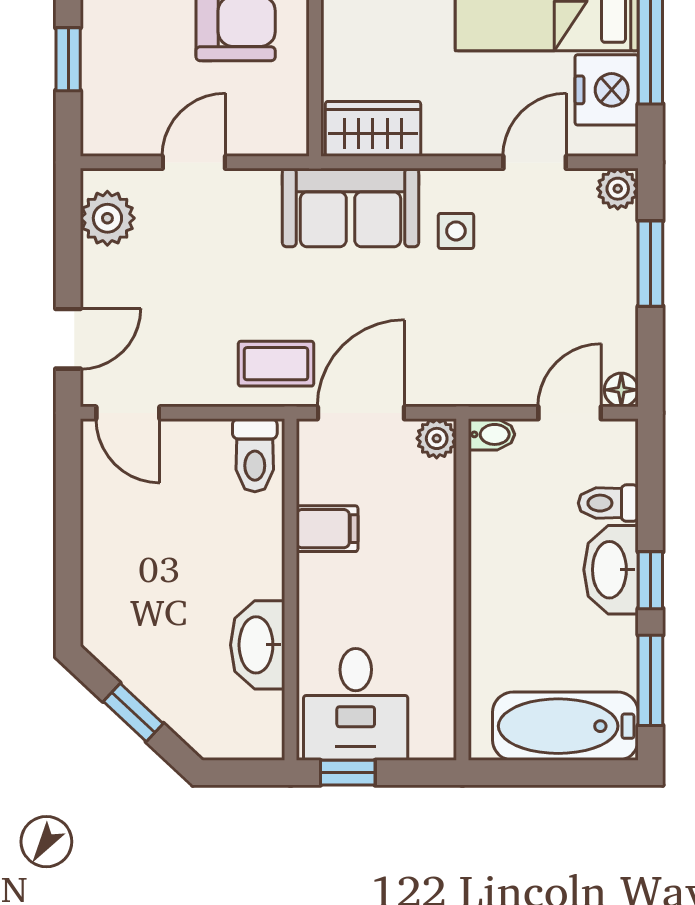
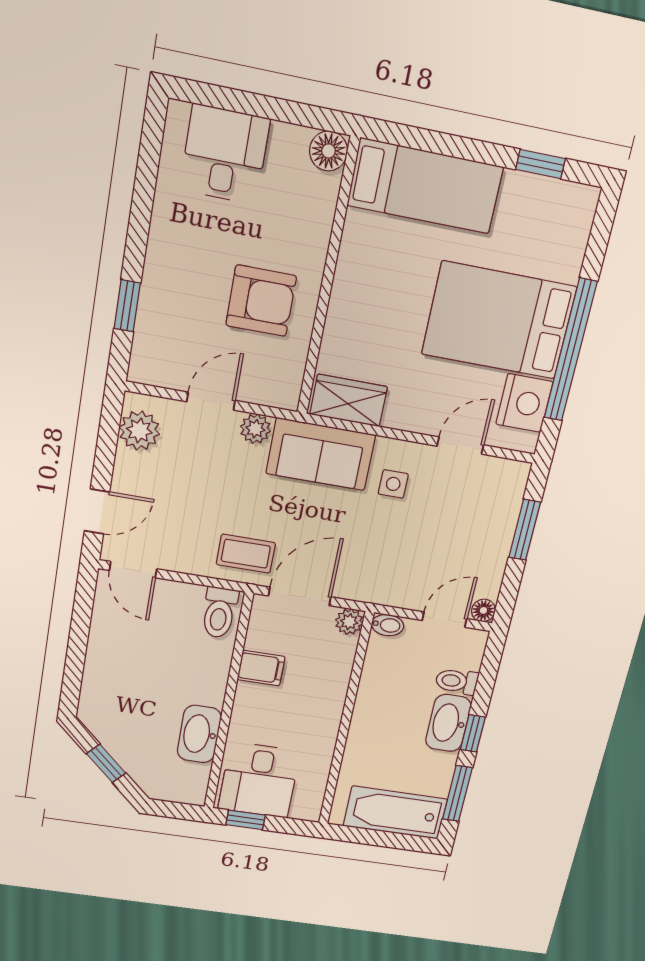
plant: (618, 189) -> (255, 429), moved

